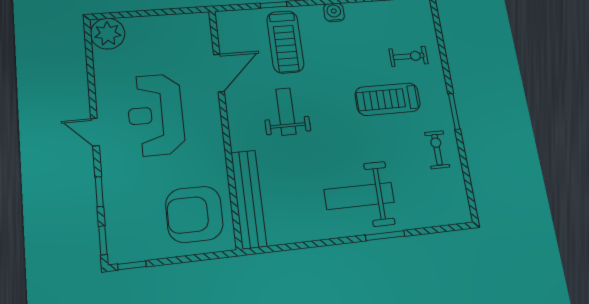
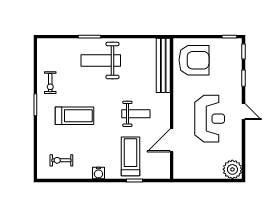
exercise bike: (409, 56) -> (61, 160), moved
weight bench: (286, 112) -> (136, 114), turned -90
weight bench: (359, 196) -> (101, 60), turned 180

